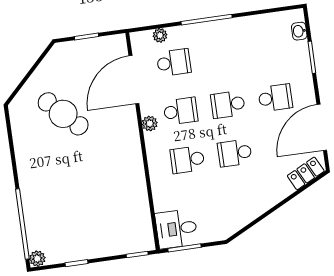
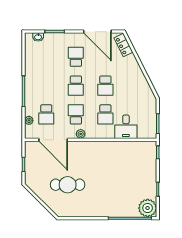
school desk: (174, 63) -> (46, 114), turned 180
cafe table: (63, 114) -> (68, 185), turned 45
desk: (176, 229) -> (126, 127), moved
plant: (37, 259) -> (148, 208), width x1.87, depth x1.87

